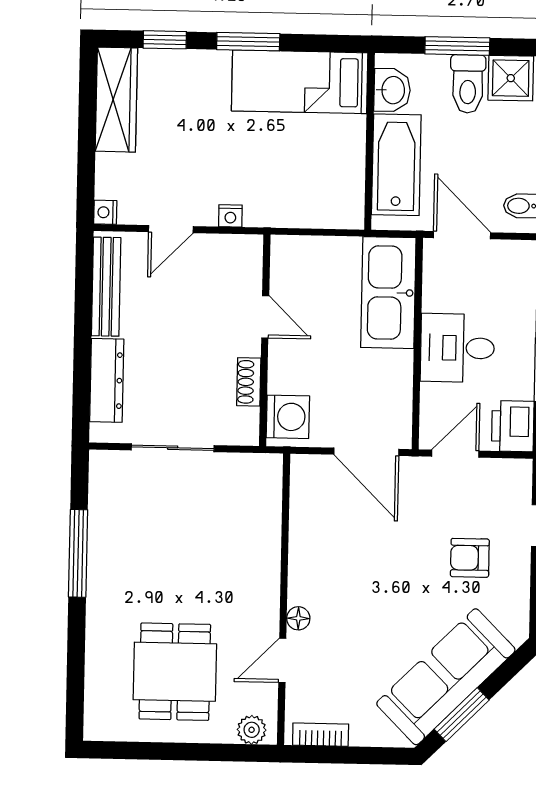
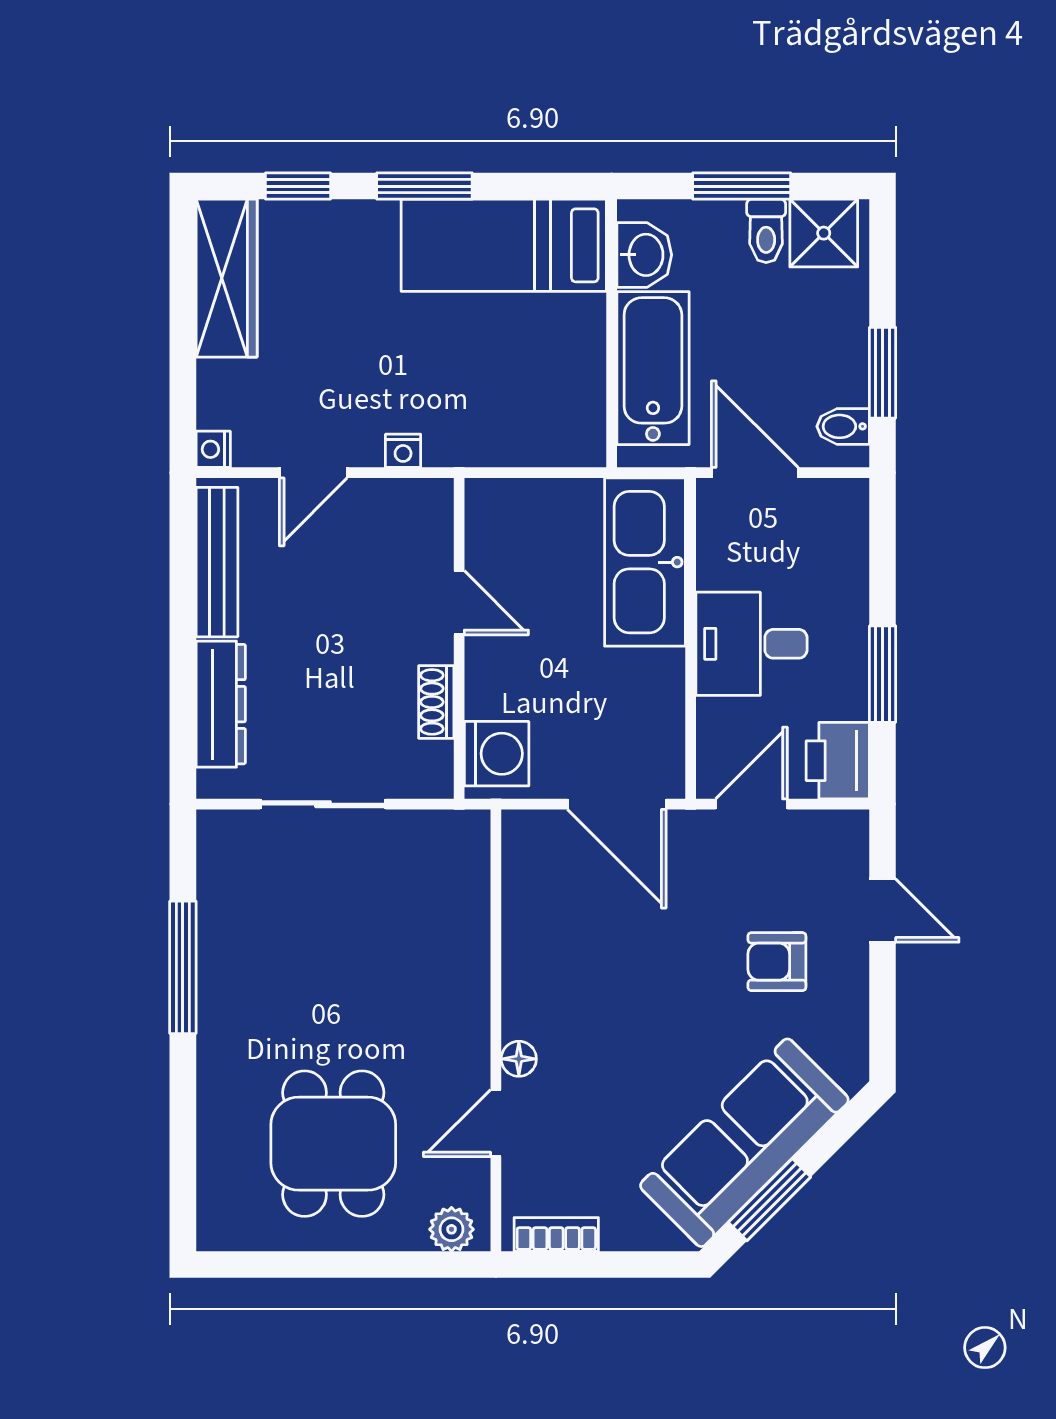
toilet: (468, 84) -> (766, 231), width x0.73, depth x0.72

